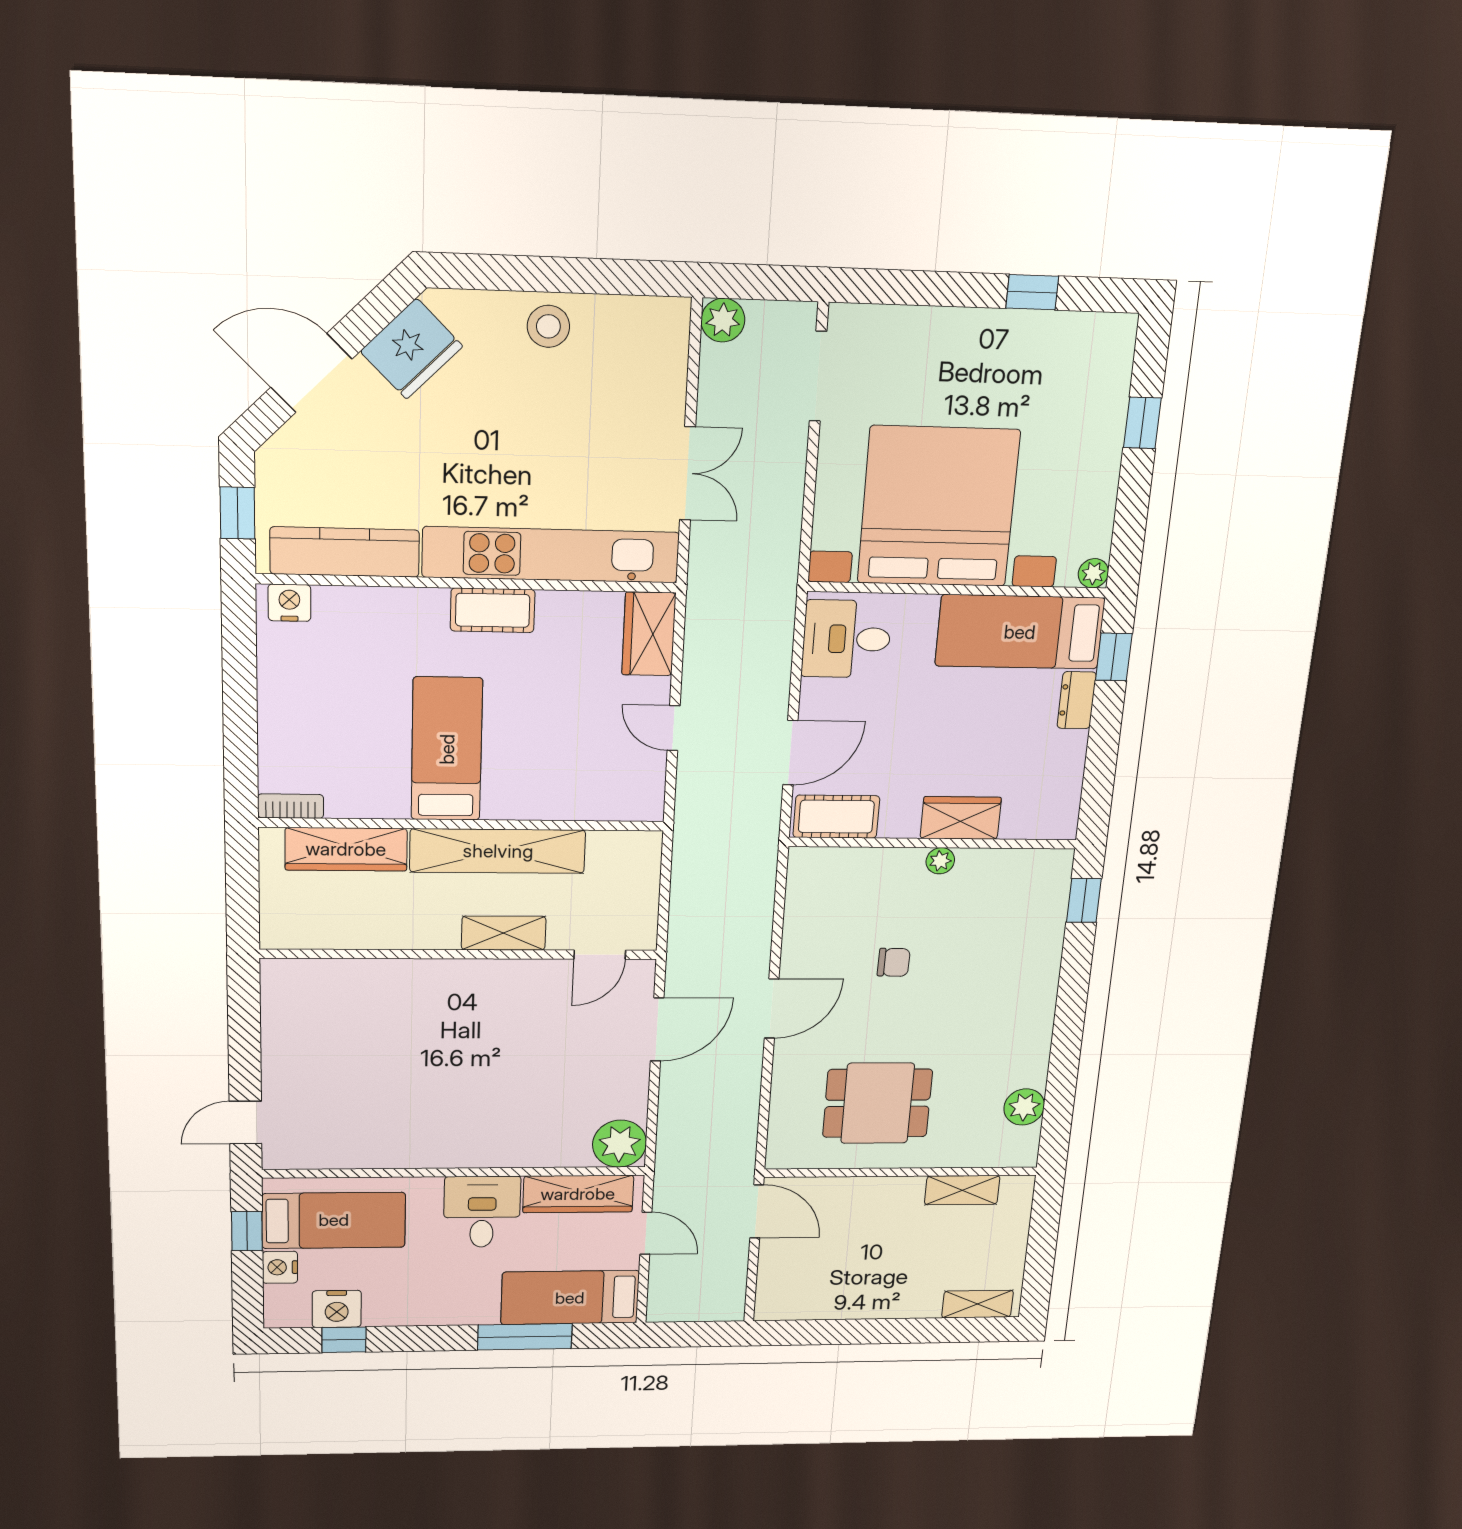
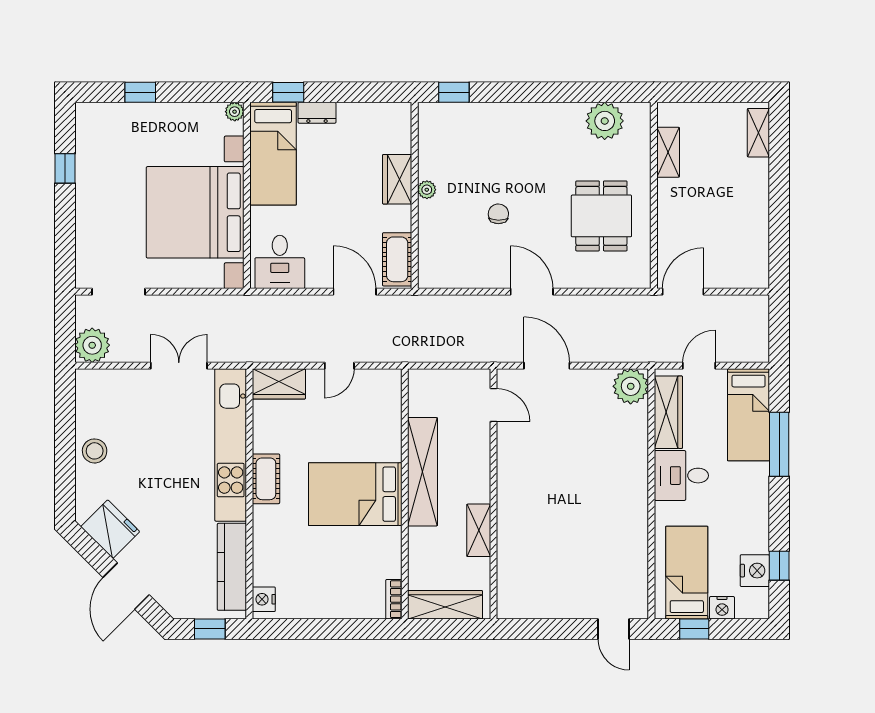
plant: (723, 320) -> (92, 345), width x1.36, depth x1.36
bed: (447, 749) -> (355, 494), width x1.50
wardrobe: (346, 849) -> (445, 605), moved, turned -90
shelving: (504, 933) -> (479, 530), moved
plant: (1024, 1107) -> (605, 121), width x1.36, depth x1.36

